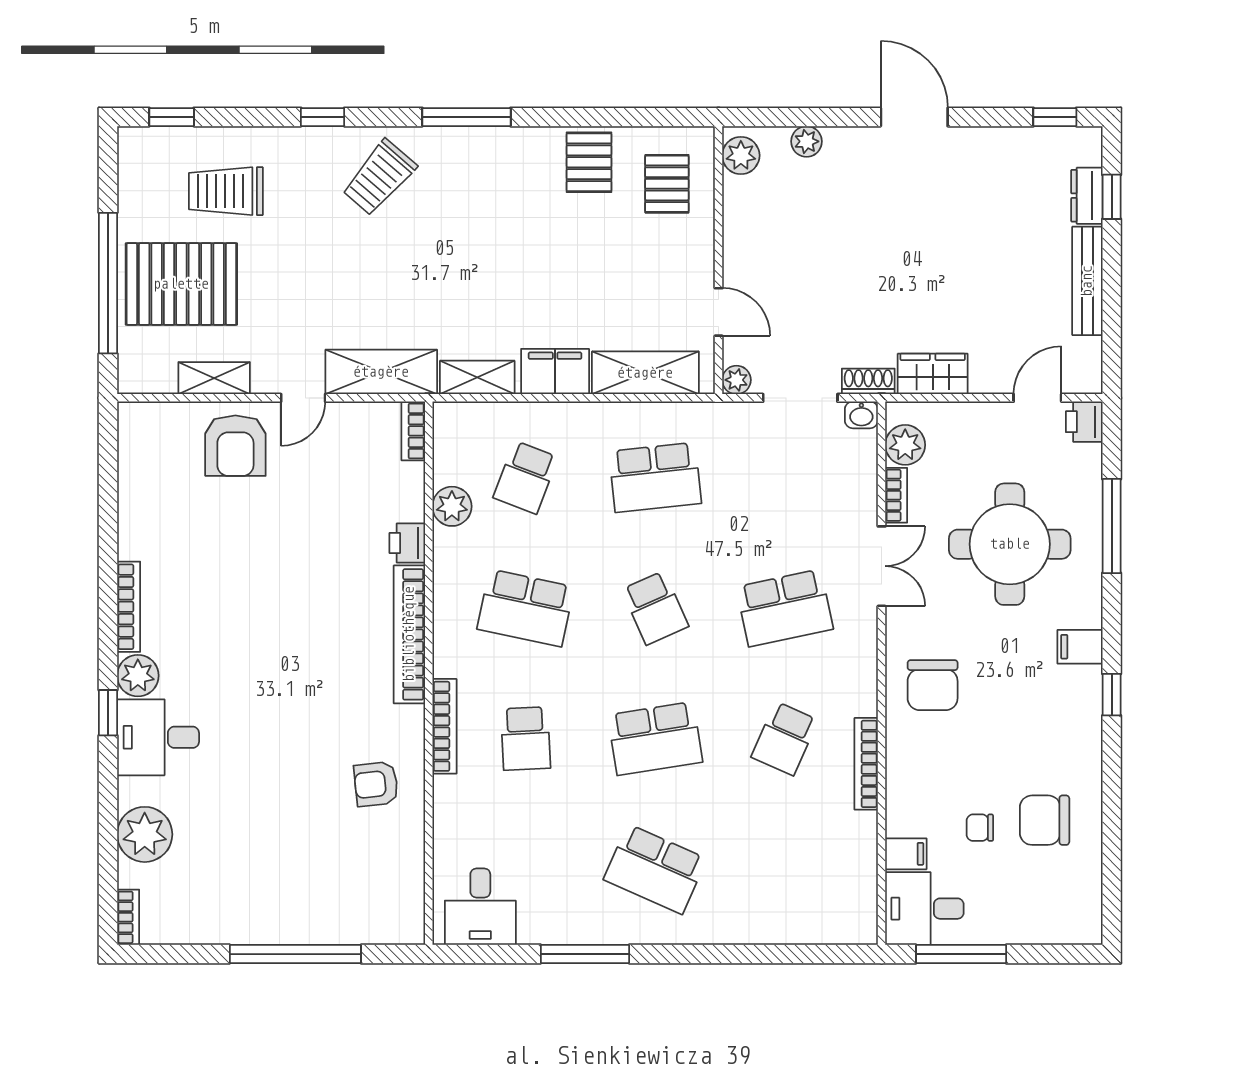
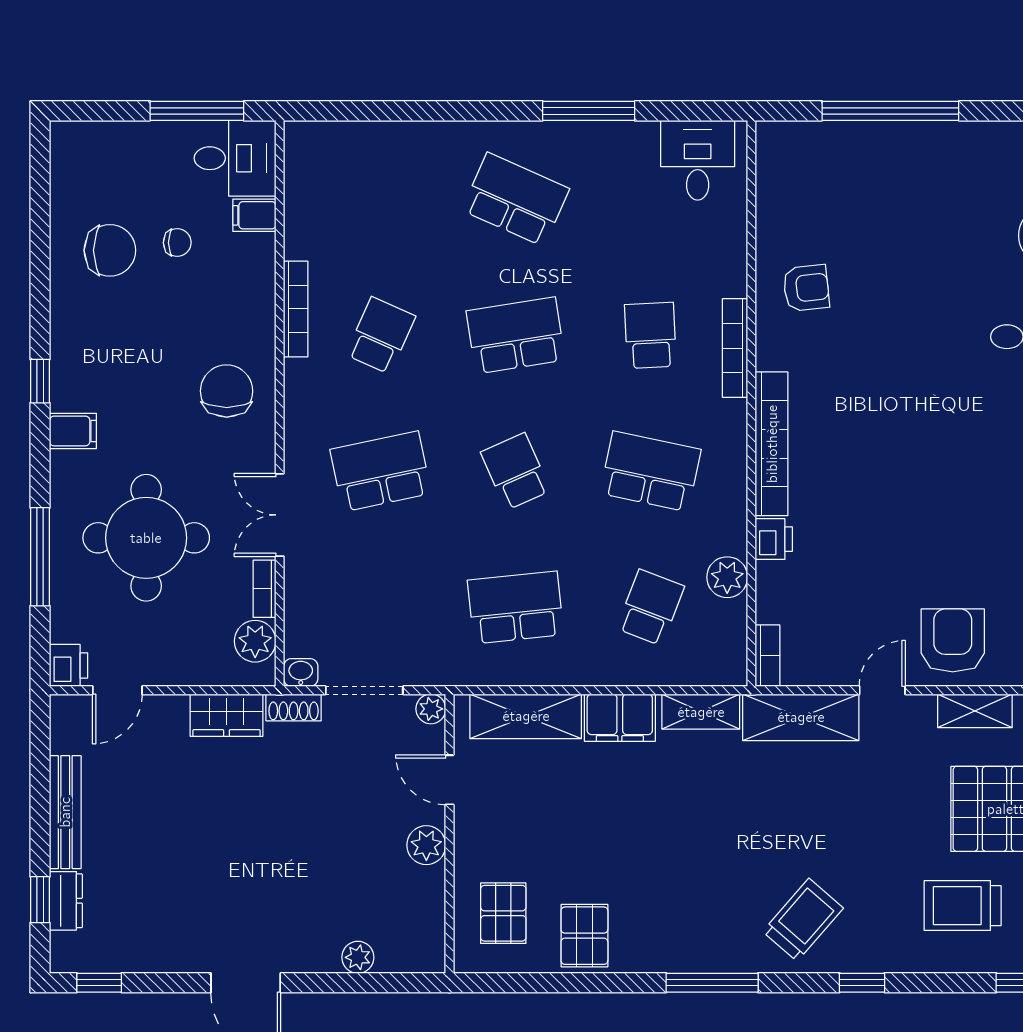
plant: (741, 155) -> (426, 845), moved
trolley: (226, 191) -> (963, 906), turned 180

